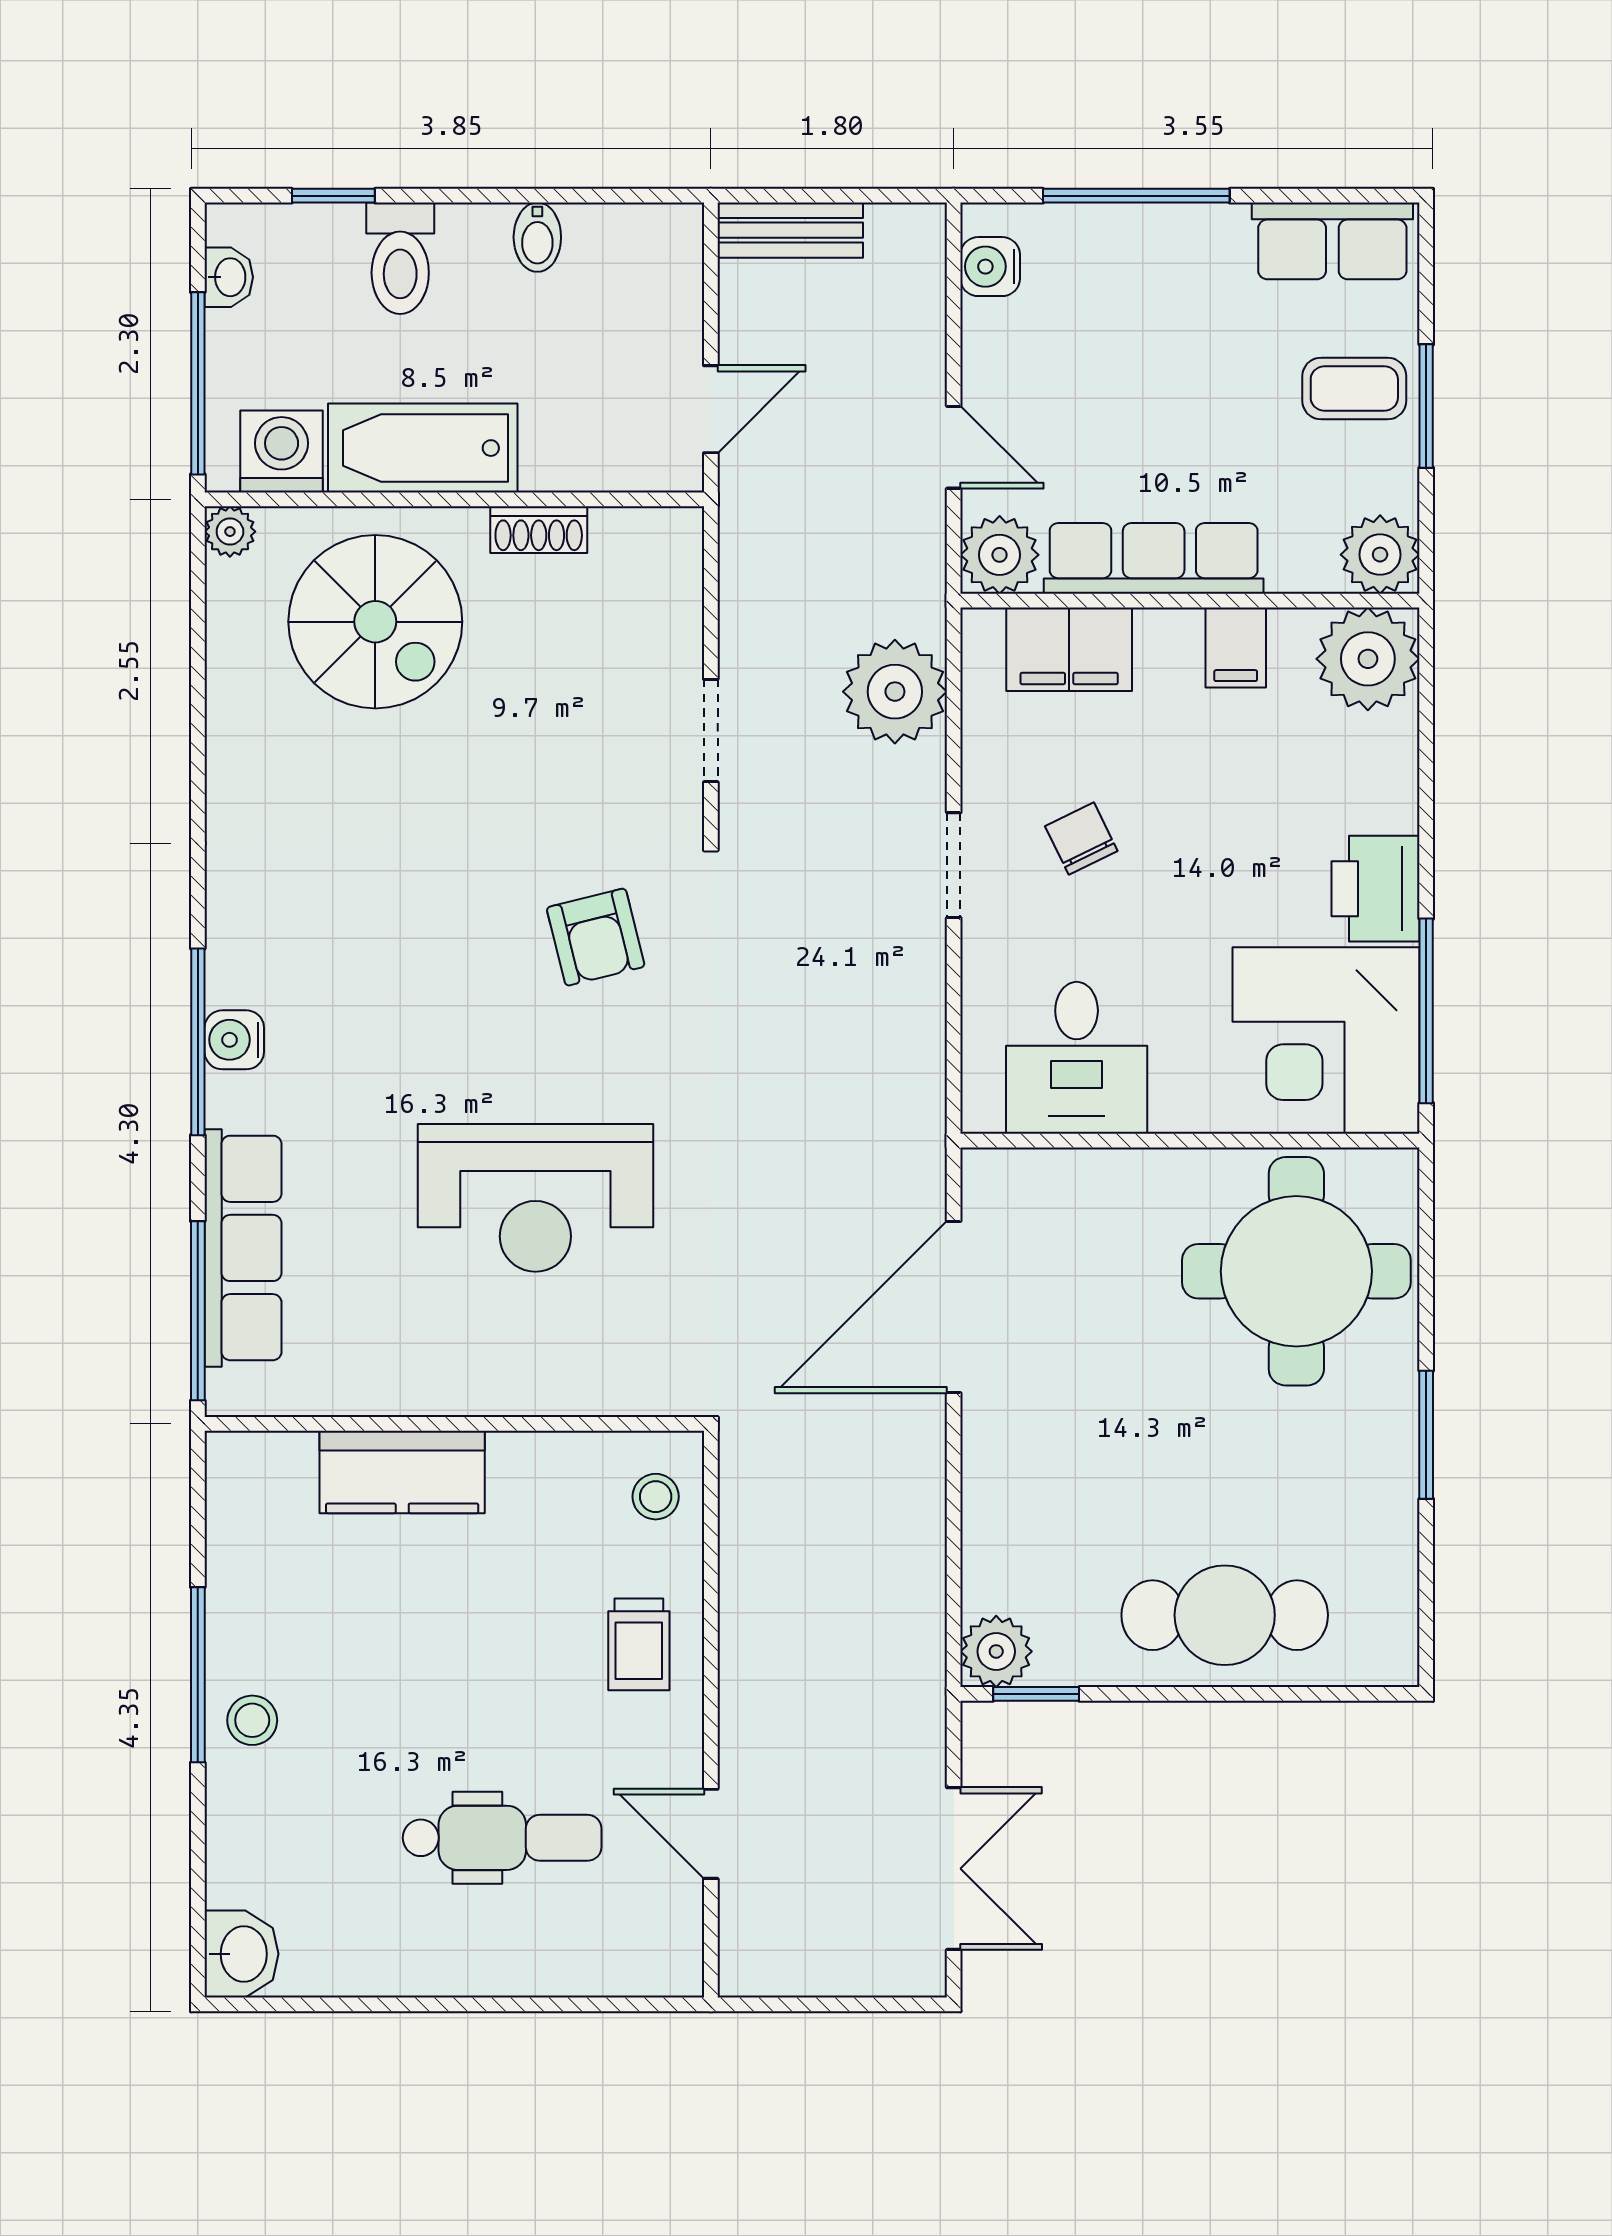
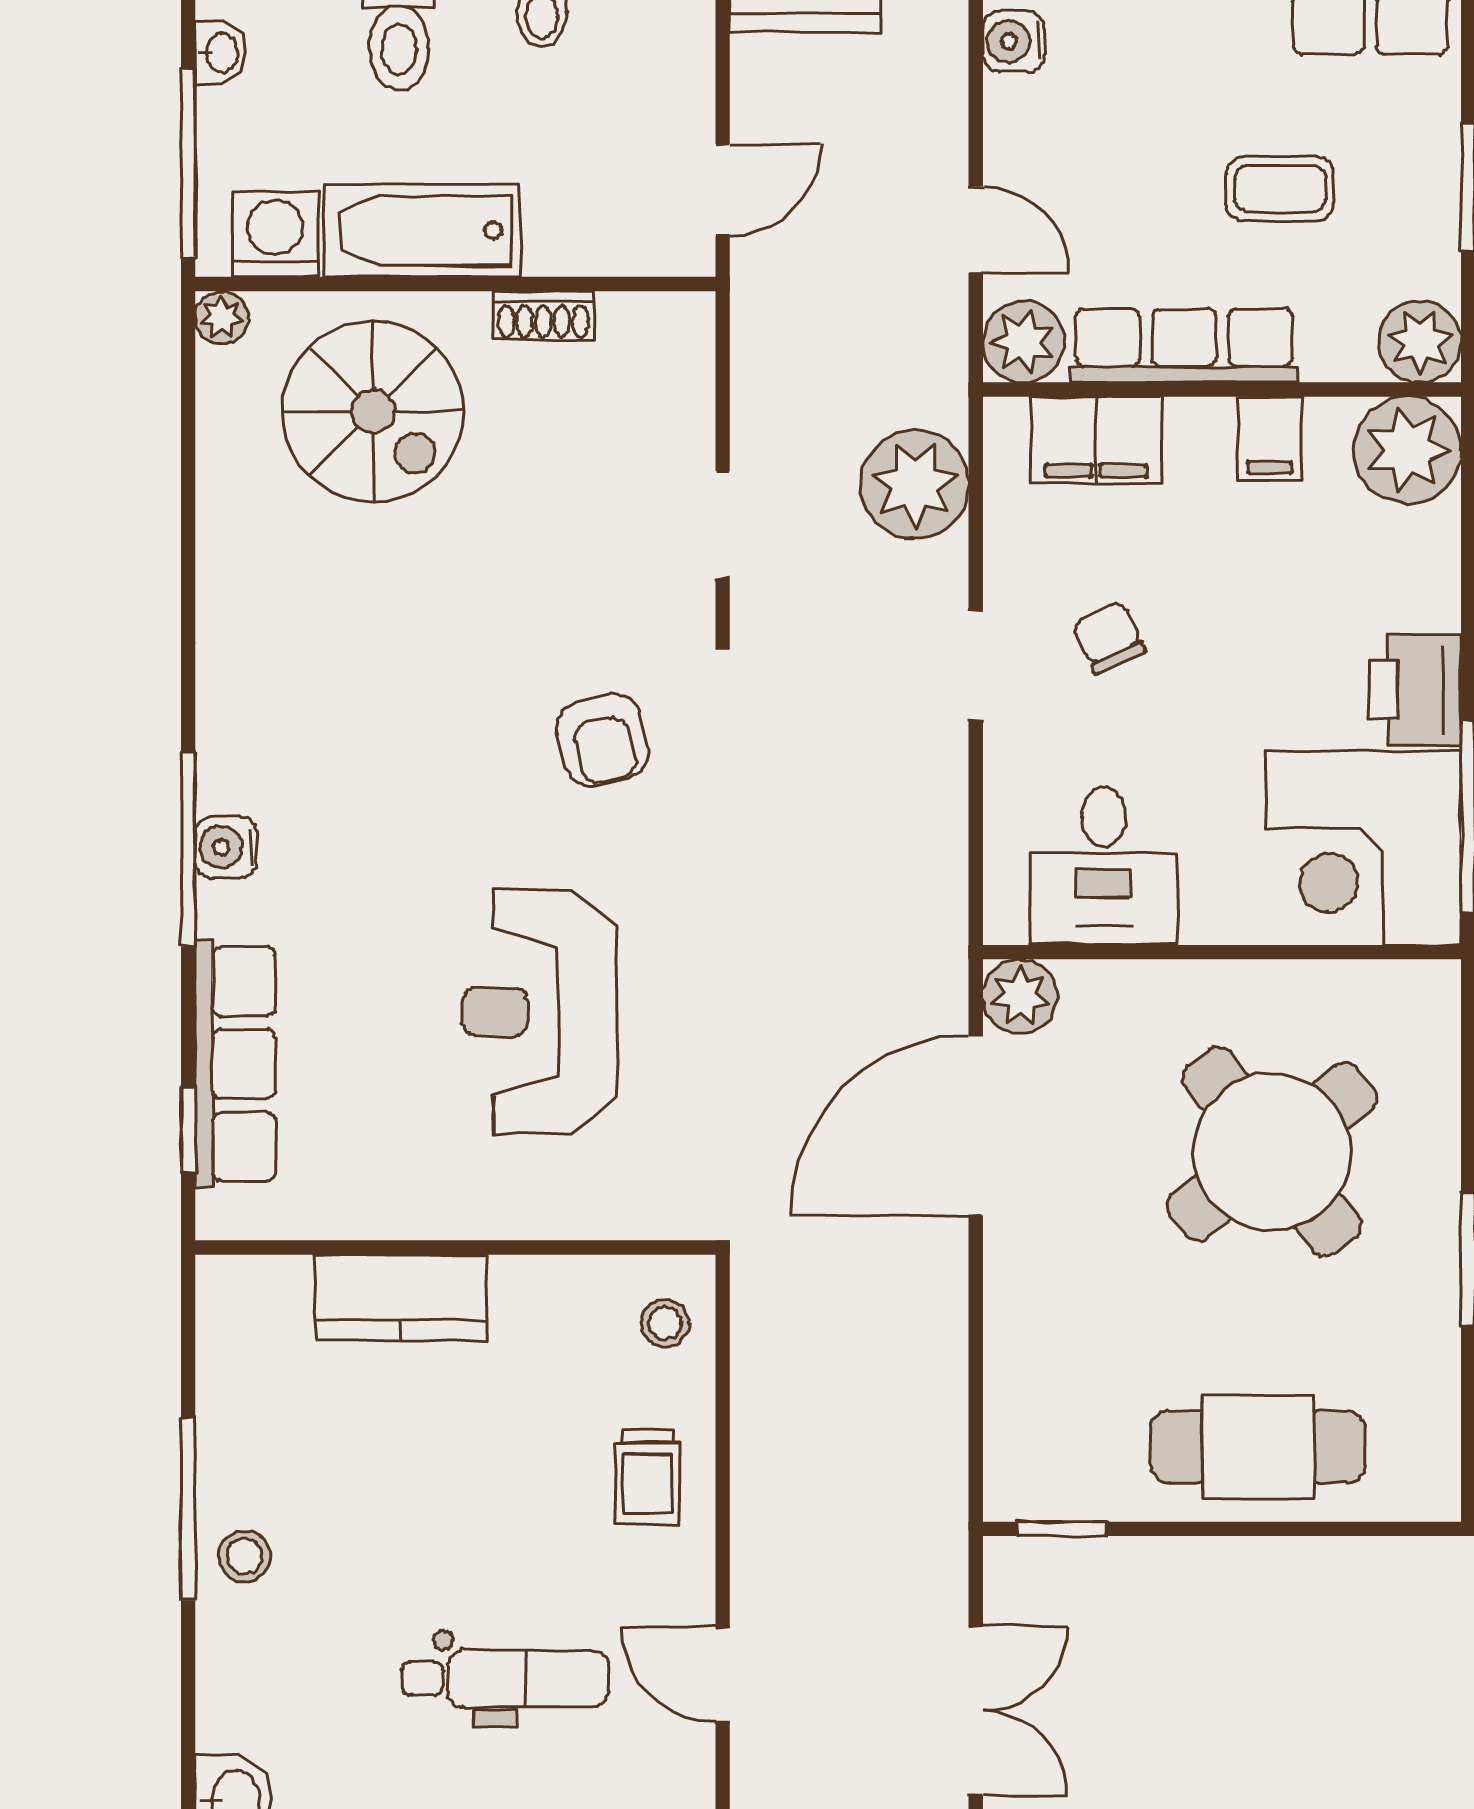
coffee table: (1354, 389) -> (1280, 189), moved
reception desk: (535, 1198) -> (540, 1012), turned 90
round table: (1296, 1271) -> (1272, 1152), moved, turned -38
window: (198, 1311) -> (188, 1130), width x0.46
plant: (996, 1651) -> (1020, 996), moved

